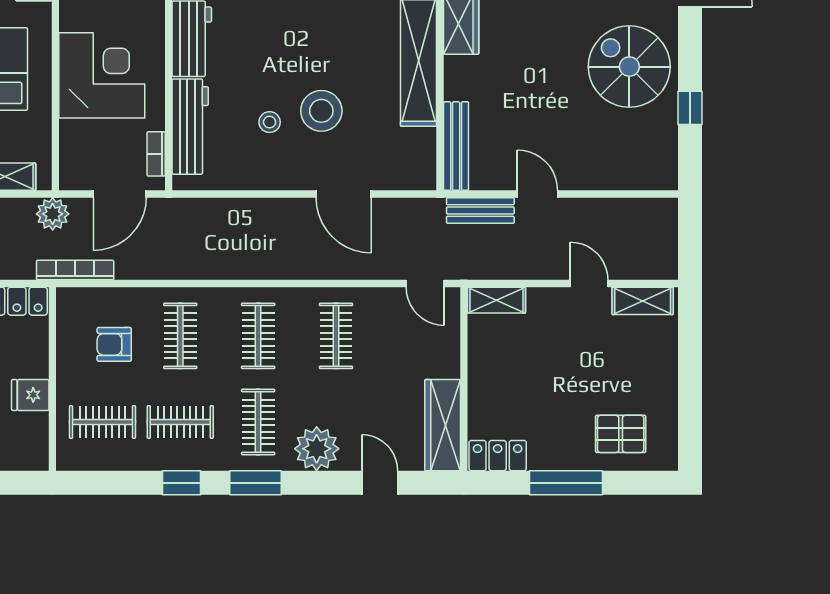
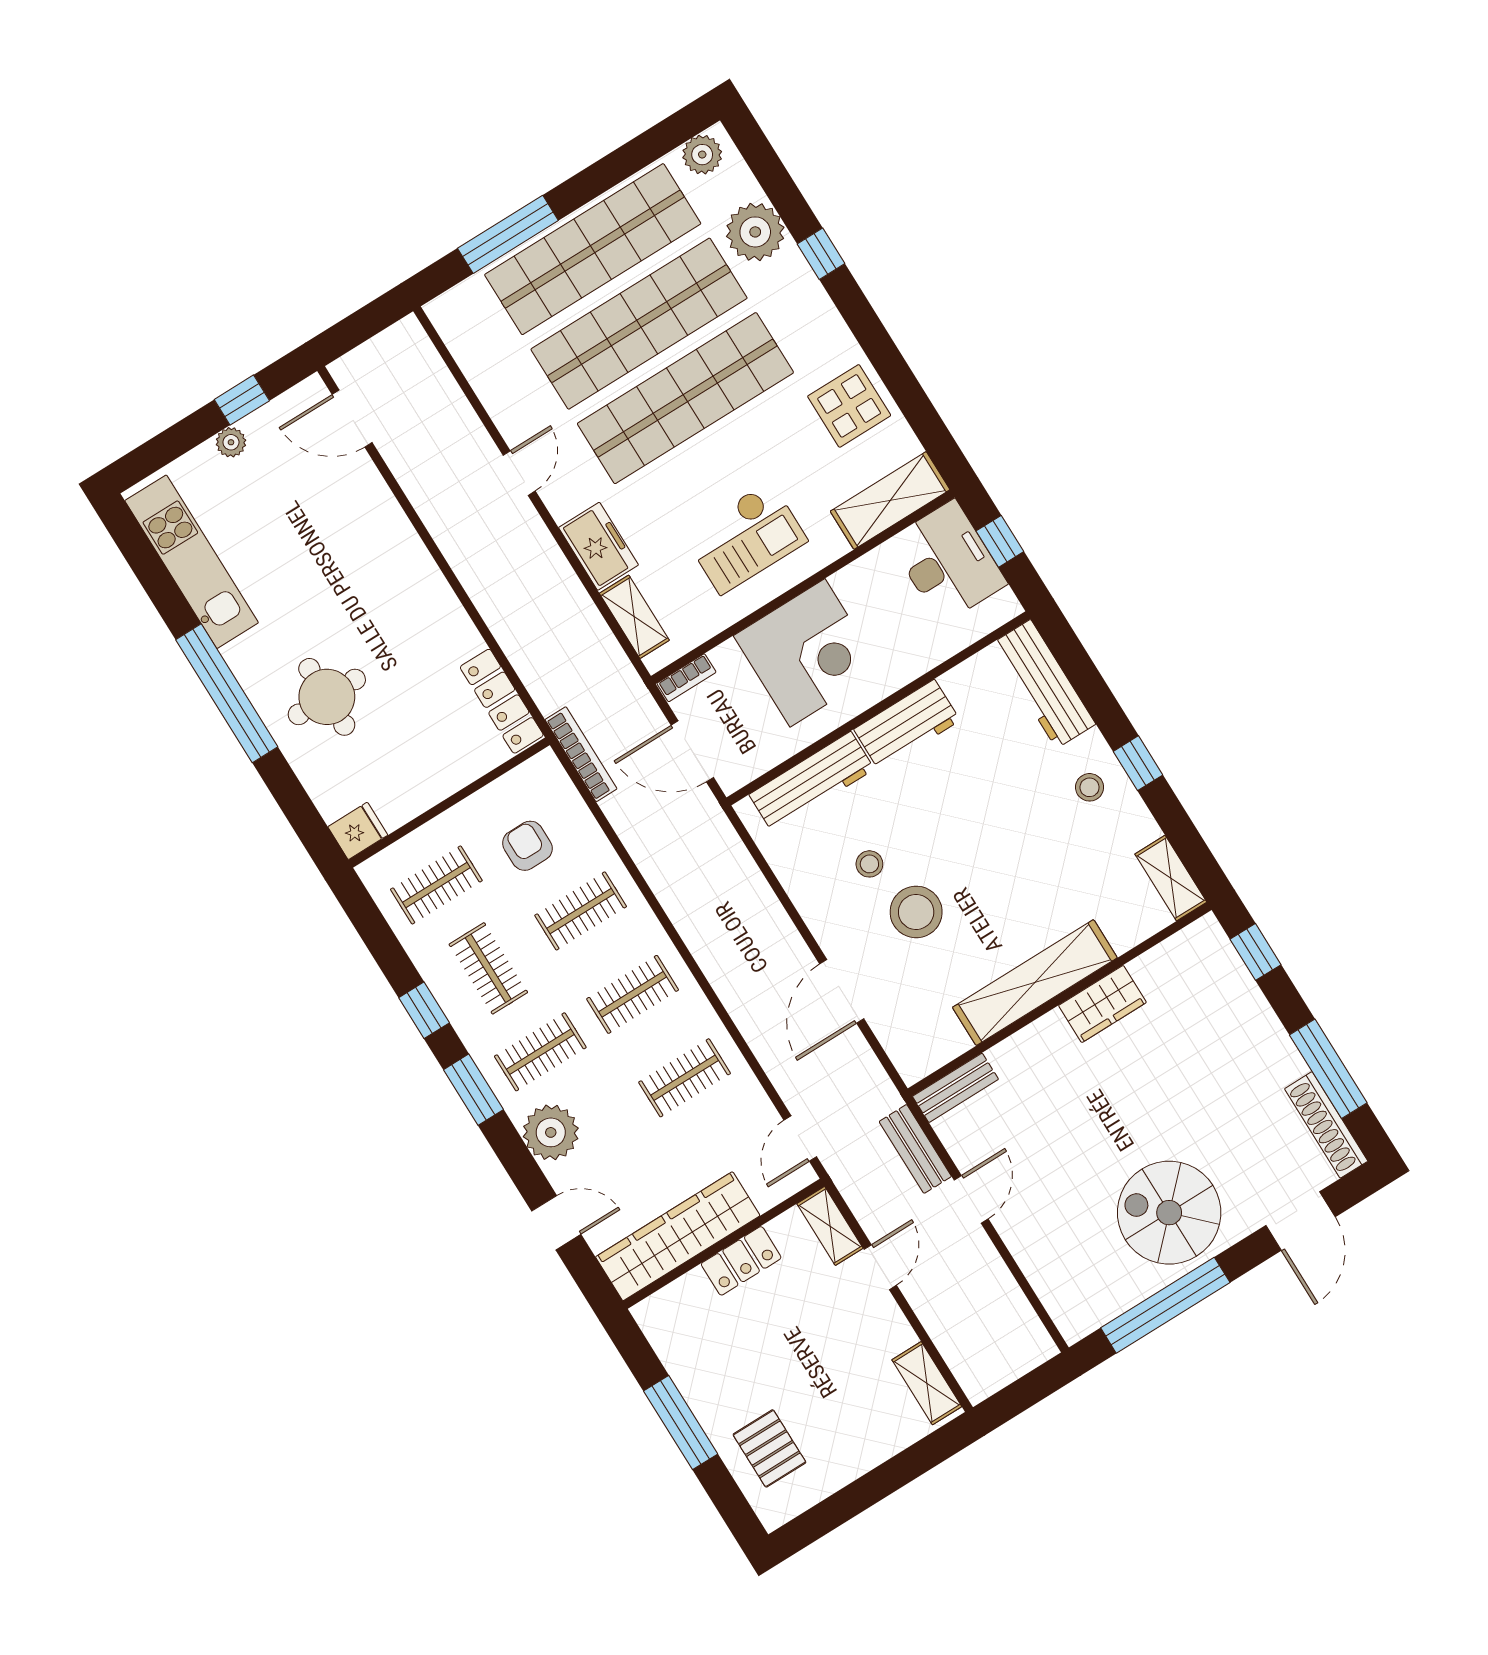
spiral stairs: (629, 67) -> (1169, 1213), turned -90
window: (690, 108) -> (1165, 1305), width x3.17
bench: (456, 146) -> (956, 1088), width x0.73
bookcase: (156, 154) -> (686, 678), moved, turned 180
plant: (53, 214) -> (626, 693), removed
door: (589, 284) -> (880, 1267), moved
fridge: (30, 395) -> (358, 831), moved, turned 90
clothes rail: (102, 422) -> (436, 885), turned 90
wardrobe: (443, 425) -> (678, 1236), width x1.40, depth x1.17
locker: (498, 456) -> (741, 1261), moved, turned 90
door: (380, 483) -> (556, 1223), hinge flipped

